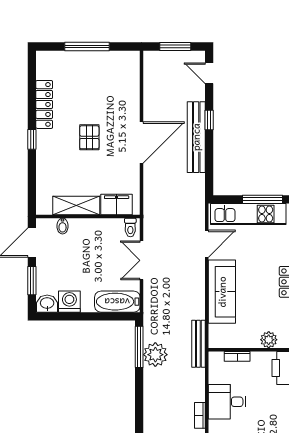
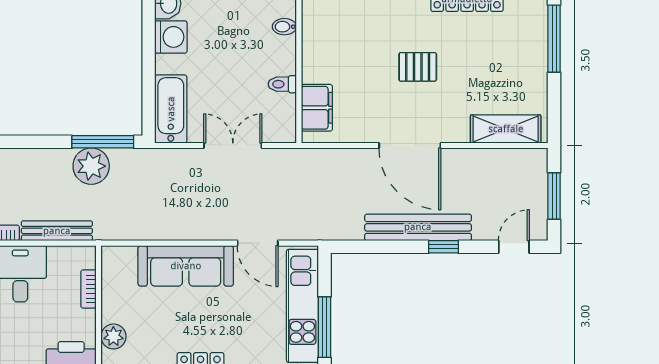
window: (87, 47) -> (554, 39), moved
shelving: (76, 205) -> (506, 129), moved, turned 90
toilet: (130, 227) -> (282, 84), moved
bench: (198, 344) -> (57, 231), moved

